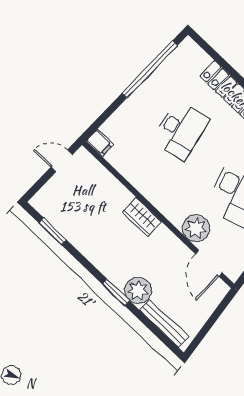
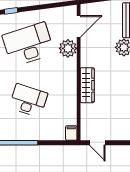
desk: (181, 130) -> (28, 100), turned 30
wardrobe: (142, 217) -> (87, 85), width x1.50

